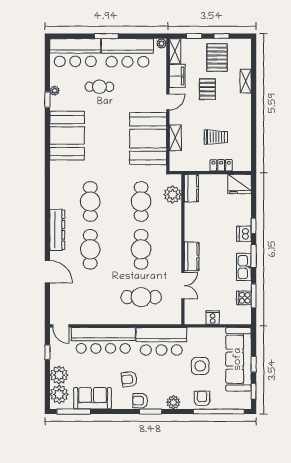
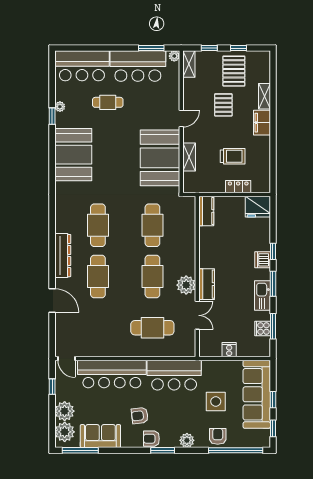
window: (106, 36) -> (151, 48), moved
filing cabinet: (177, 76) -> (262, 123), moved, turned 180
plant: (173, 195) -> (186, 285), moved

